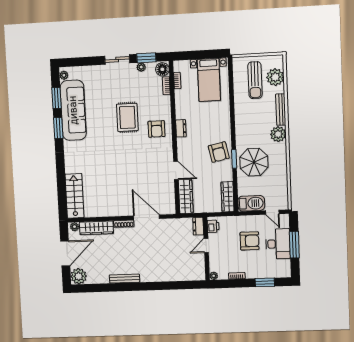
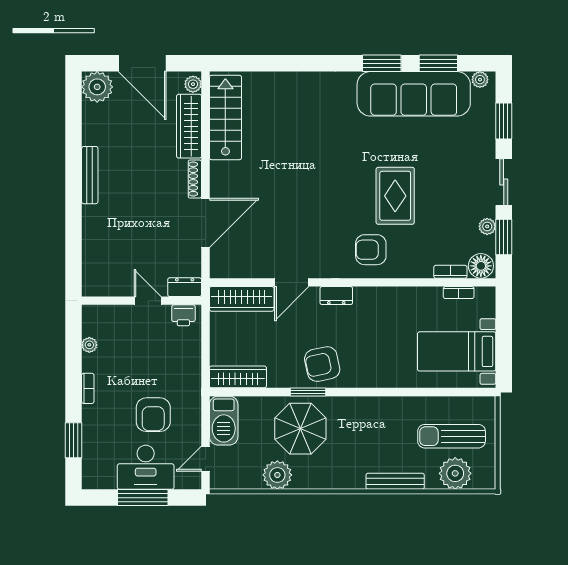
window: (85, 61) -> (504, 121), added
rug: (127, 117) -> (395, 196), turned 90
dresser: (181, 128) -> (336, 296), moved
plant: (278, 134) -> (277, 475), moved
stairs: (74, 196) -> (225, 118), moved, turned -90
dresser: (198, 226) -> (185, 287), moved
printer: (213, 226) -> (183, 315), moved
door: (206, 245) -> (148, 301), moved
wall: (206, 249) -> (142, 301), moved

